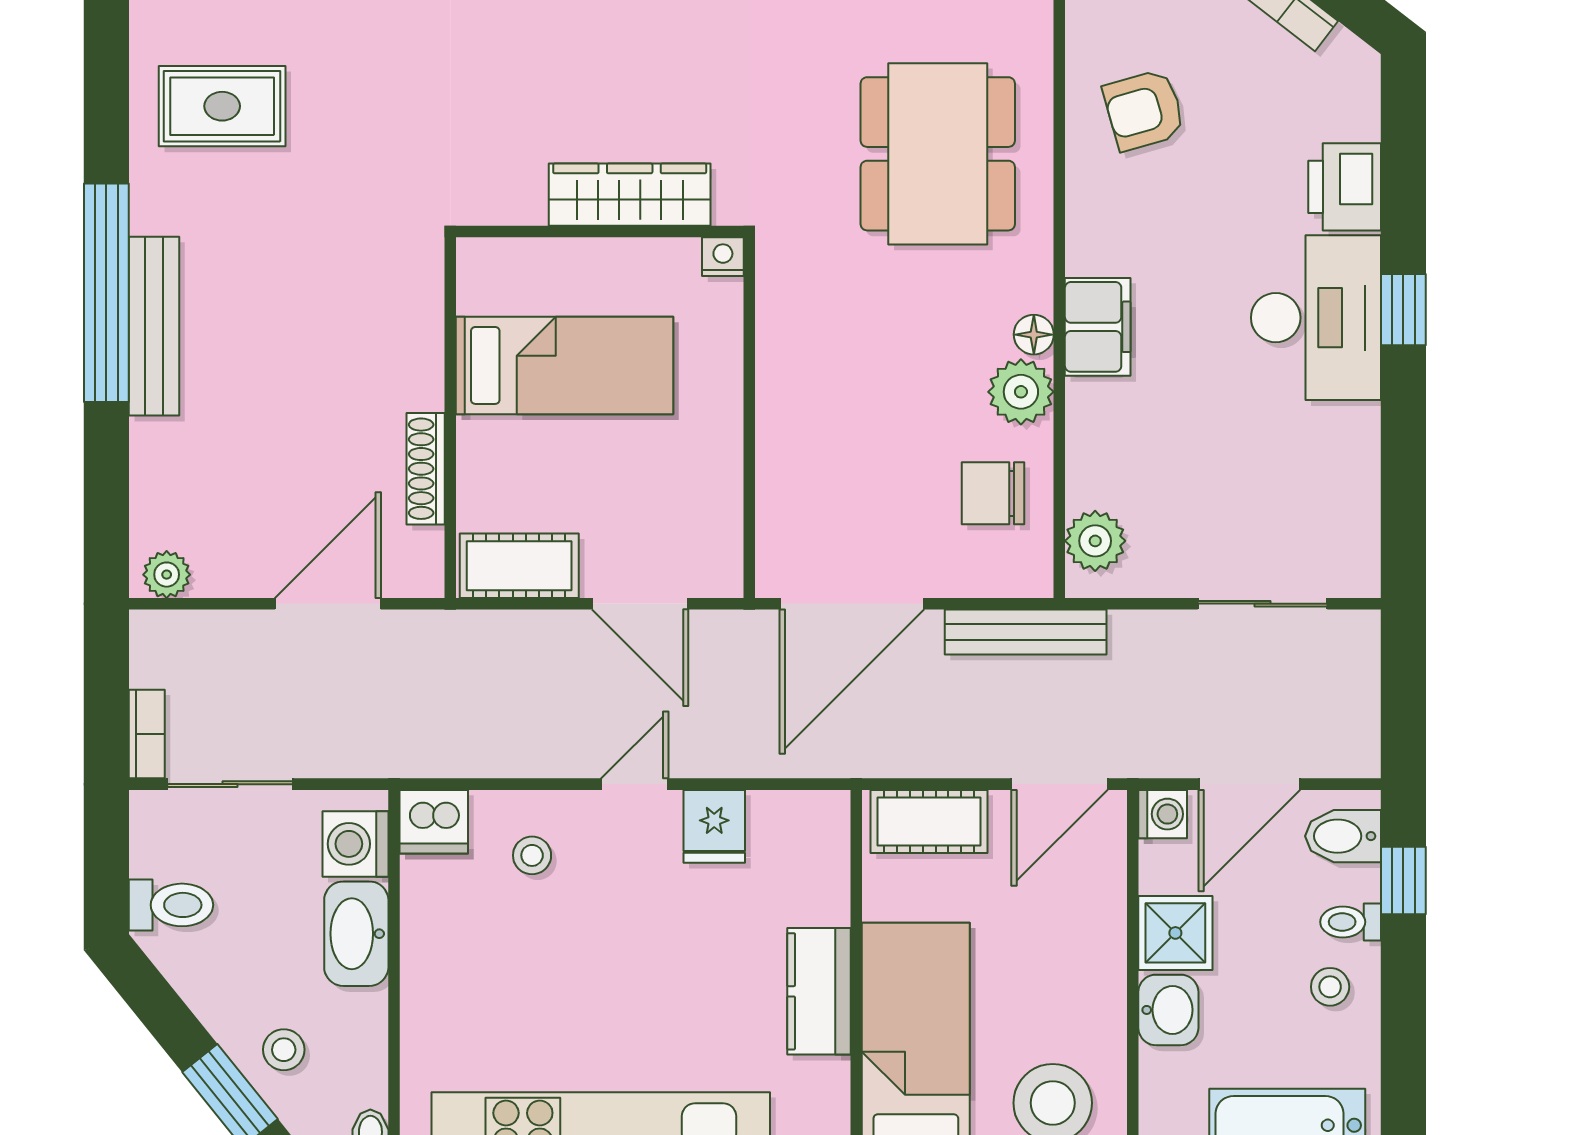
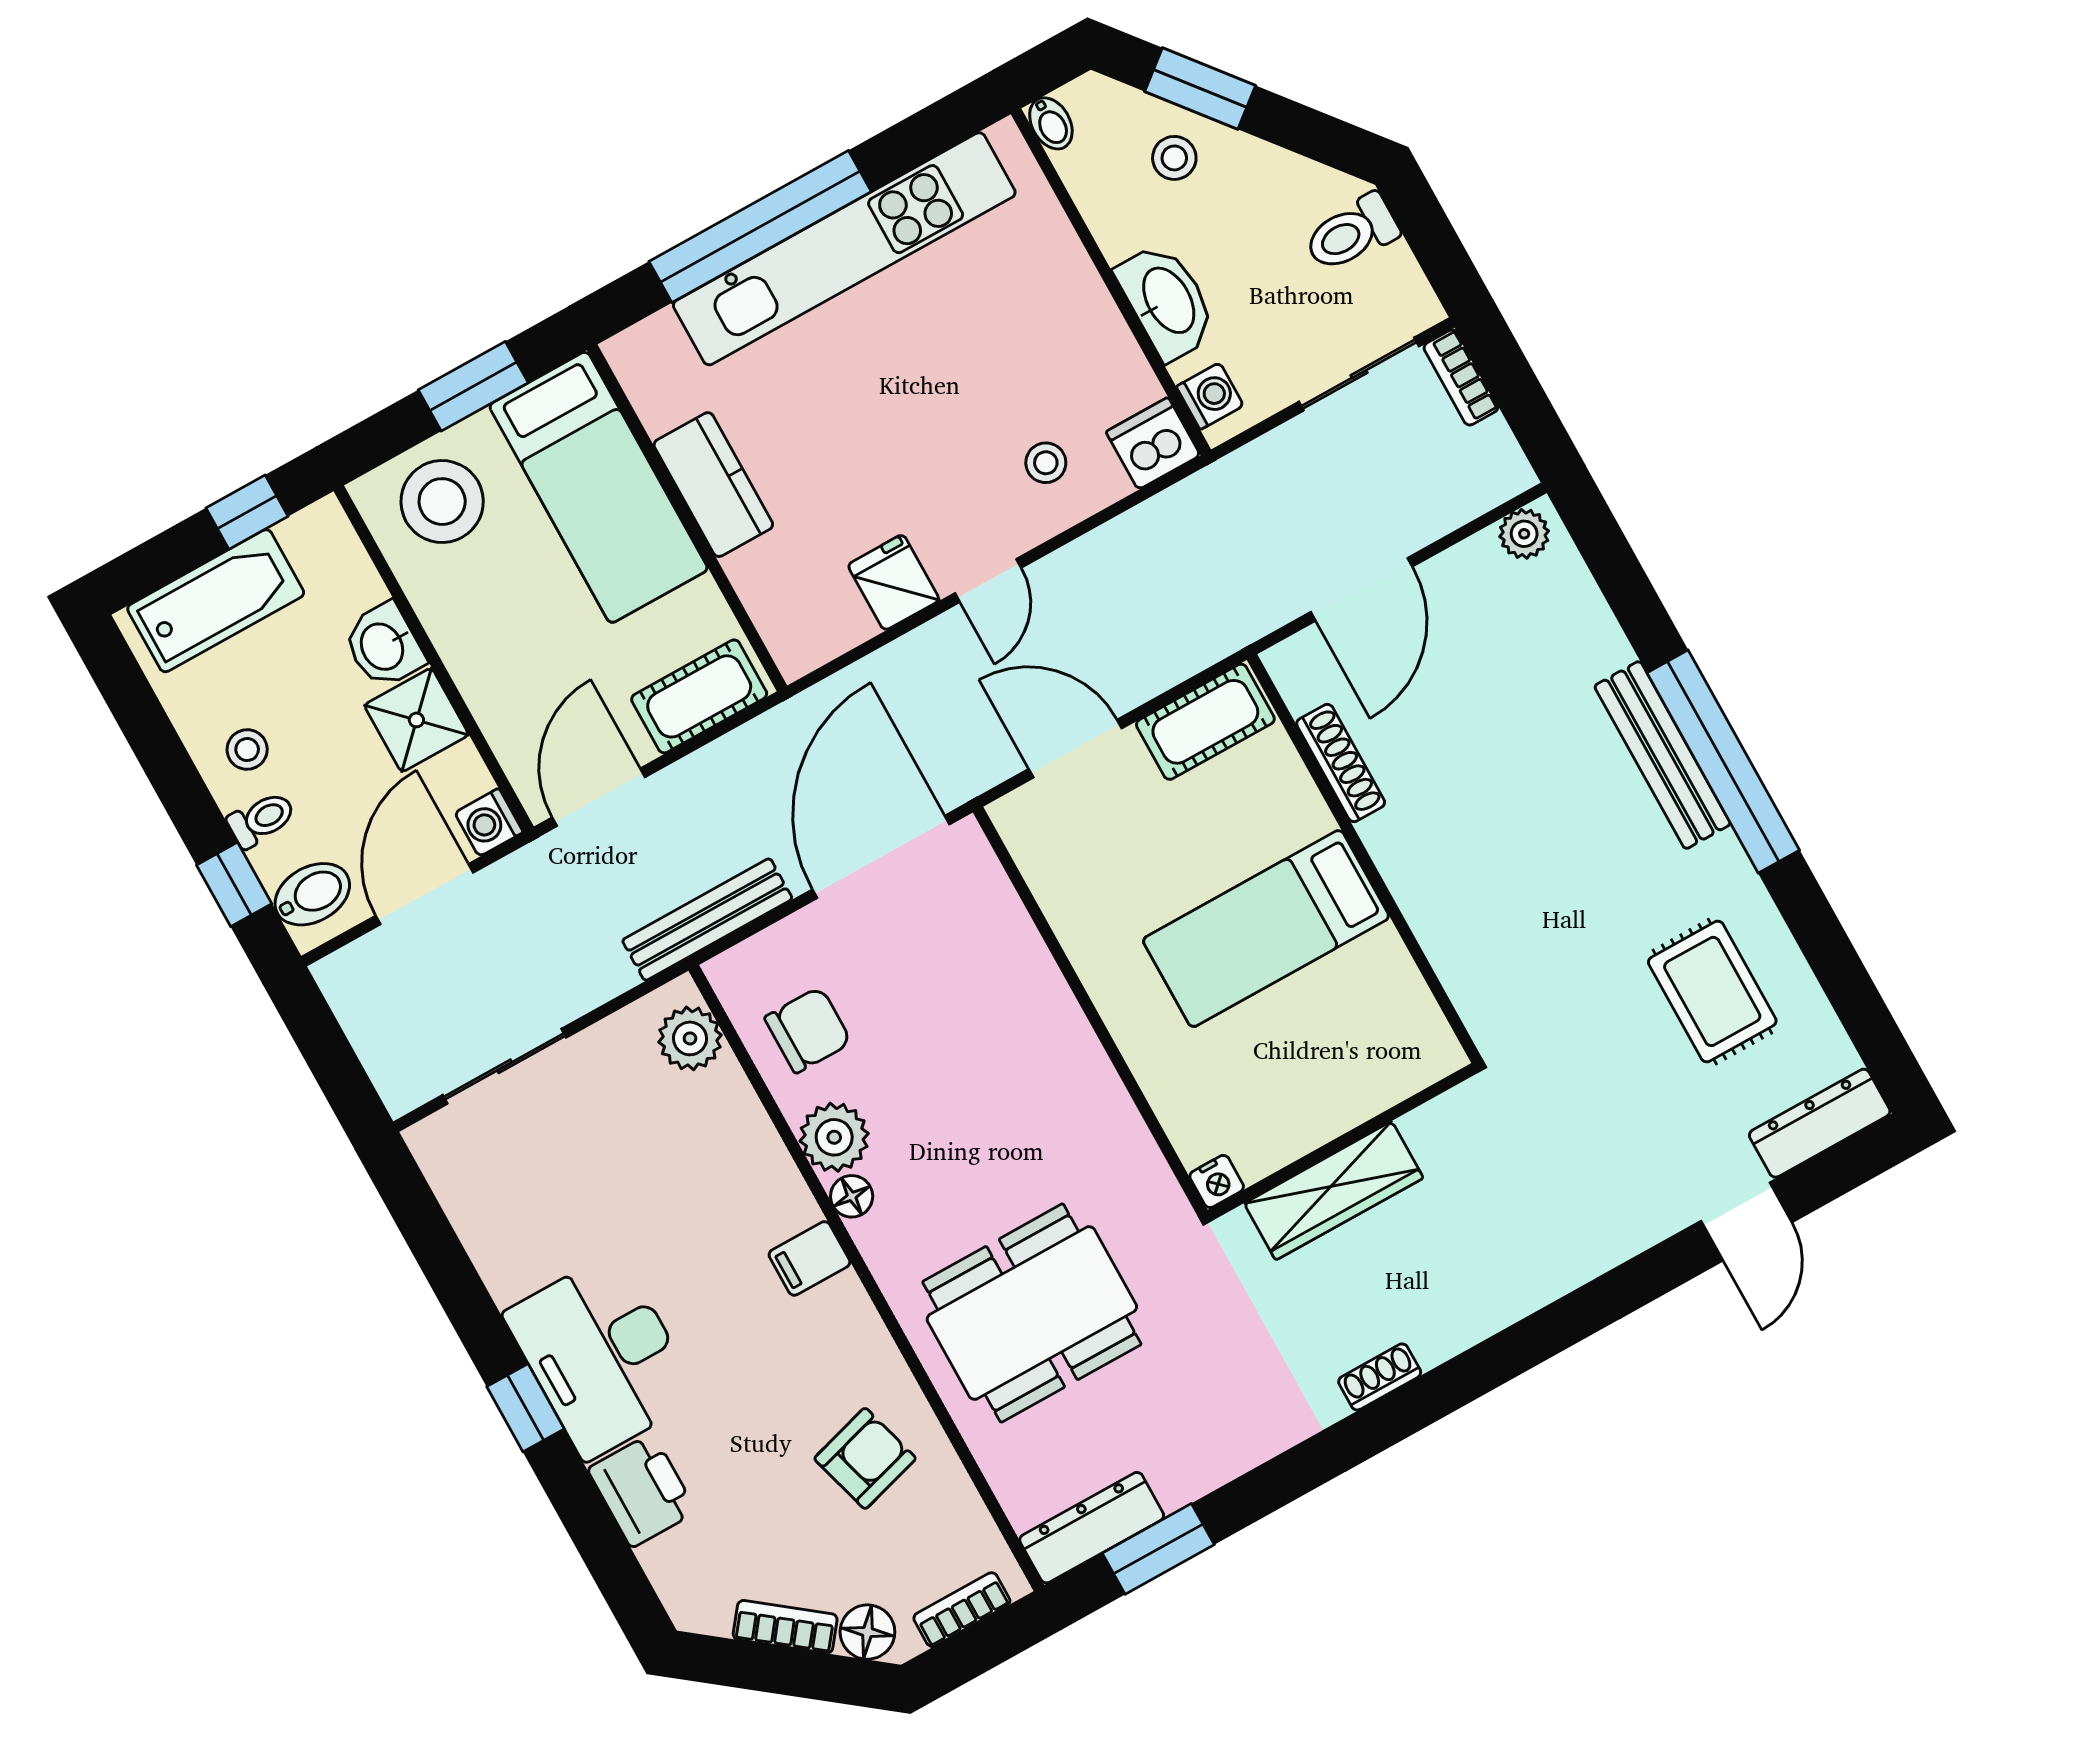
rug: (222, 106) -> (1712, 991), turned 90
dining table: (938, 154) -> (1032, 1313), turned 90
wardrobe: (630, 195) -> (1334, 1191), moved
wall: (600, 232) -> (1342, 1142), moved
nightstand: (723, 257) -> (1217, 1181), moved
filing cabinet: (1098, 327) -> (809, 1258), width x0.50
washing machine: (355, 844) -> (1210, 396), width x0.73, depth x0.73

